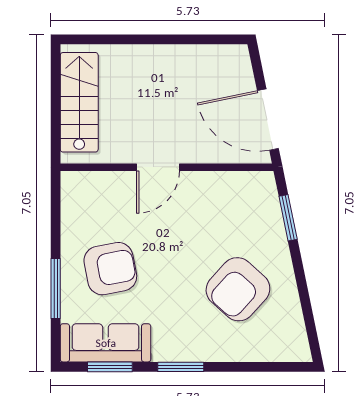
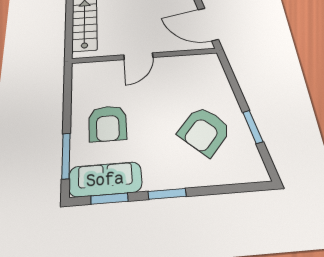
window: (288, 218) -> (253, 127), moved
armchair: (110, 269) -> (108, 123), turned 101
window: (56, 289) -> (66, 156), moved

